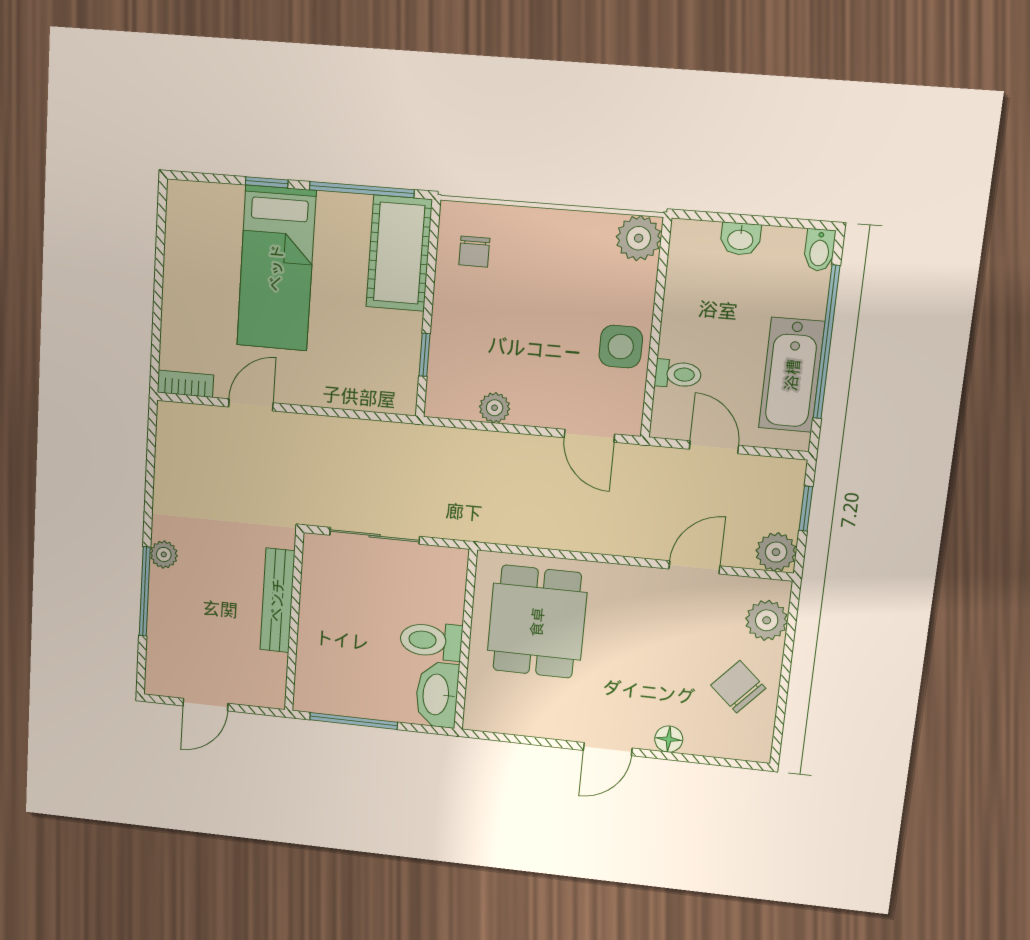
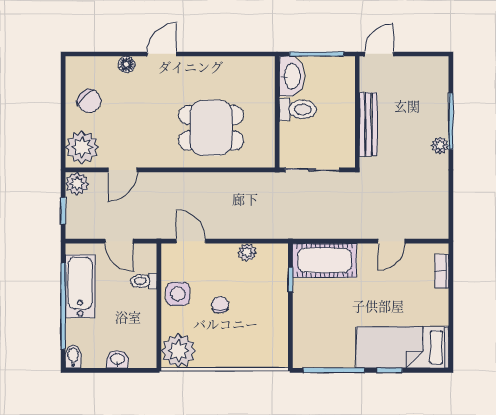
plant: (639, 238) -> (179, 351), width x1.36, depth x1.36
chair: (474, 252) -> (220, 305), moved
cot: (399, 253) -> (325, 260), moved, turned 90
bed: (276, 268) -> (402, 347), moved, turned -90
bookcase: (185, 384) -> (442, 271), moved, turned 90
plant: (767, 620) -> (82, 147), width x1.36, depth x1.36
dining table: (537, 622) -> (211, 128), turned 90
wall: (466, 640) -> (277, 112), moved
toilet: (431, 641) -> (298, 109), moved
washbasin: (437, 695) -> (292, 76), moved
door: (205, 705) -> (379, 54), moved

